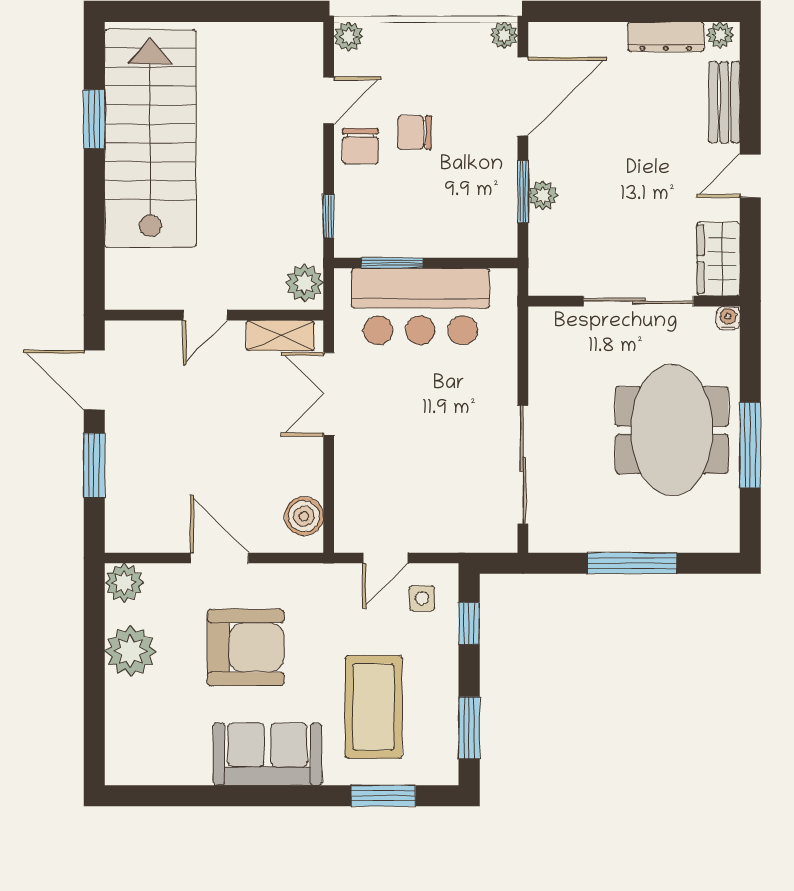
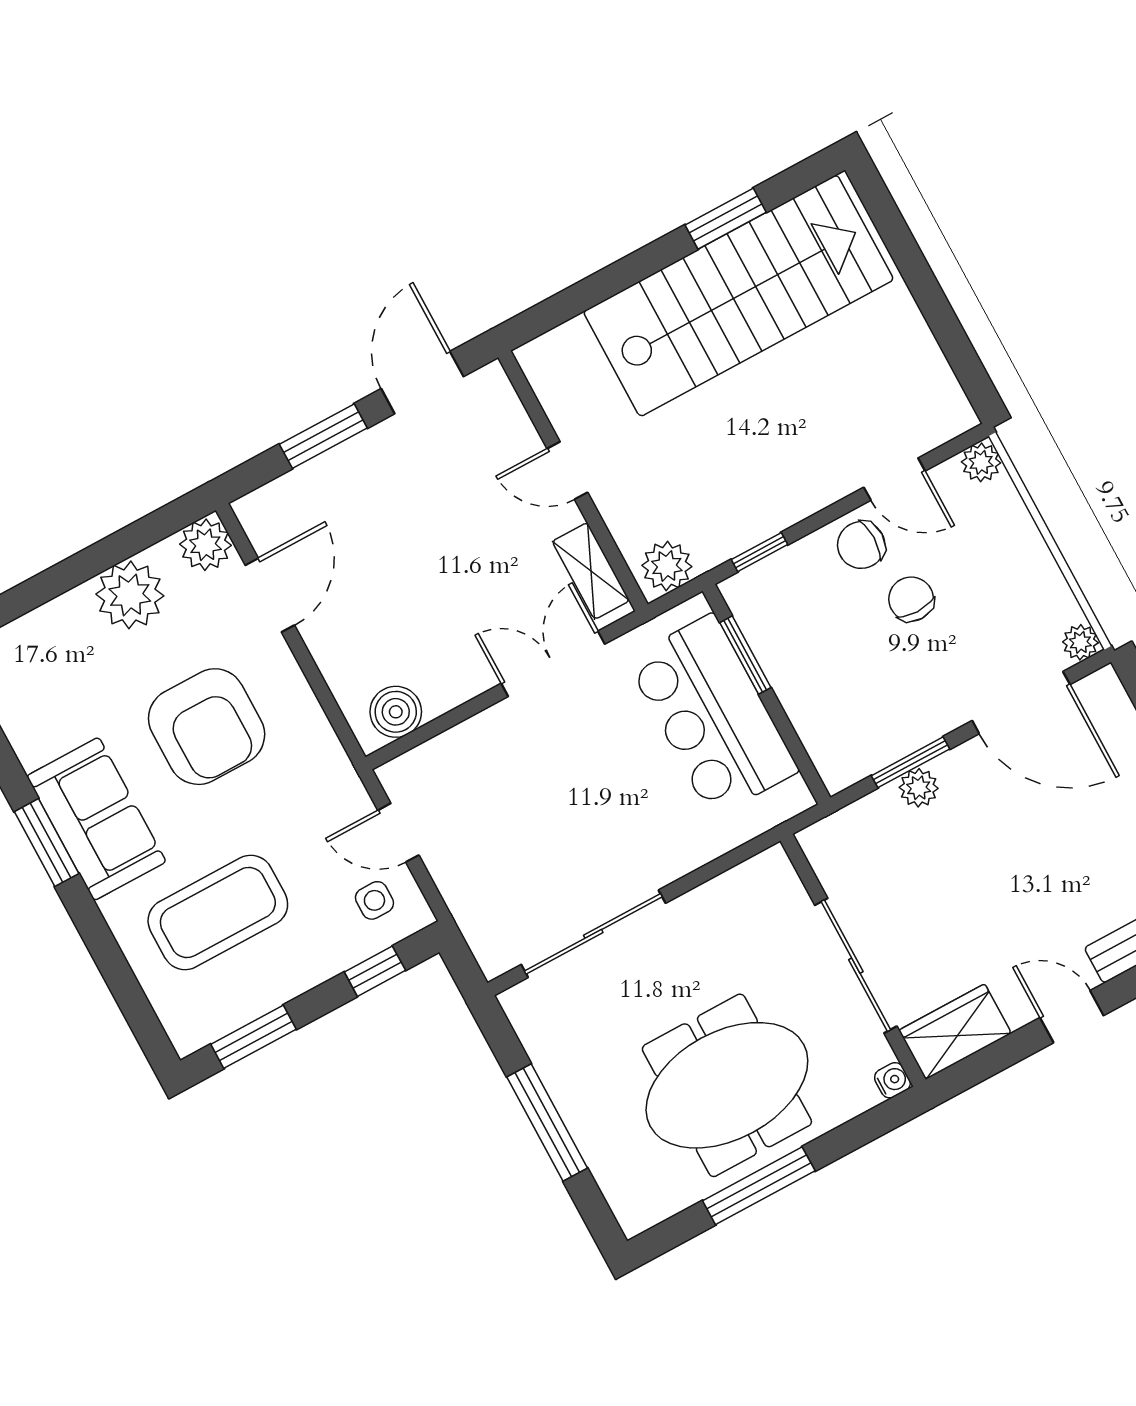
door: (219, 558) -> (270, 595), moved
window: (383, 796) -> (47, 843), moved

